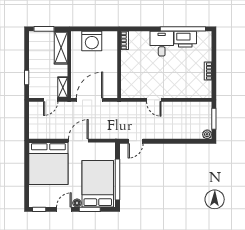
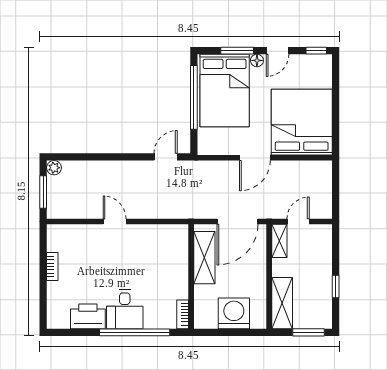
window: (183, 29) -> (135, 332), moved
shelving: (111, 77) -> (204, 258), added
window: (27, 78) -> (336, 287), moved
door: (154, 100) -> (115, 222), moved

